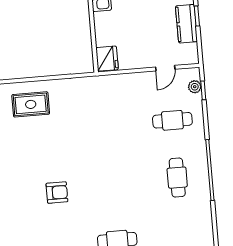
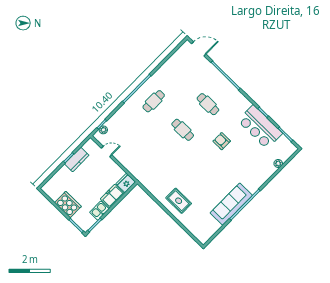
freezer: (105, 29) -> (112, 196), added
cafe table: (172, 120) -> (183, 130), moved
armchair: (57, 193) -> (222, 141), moved

